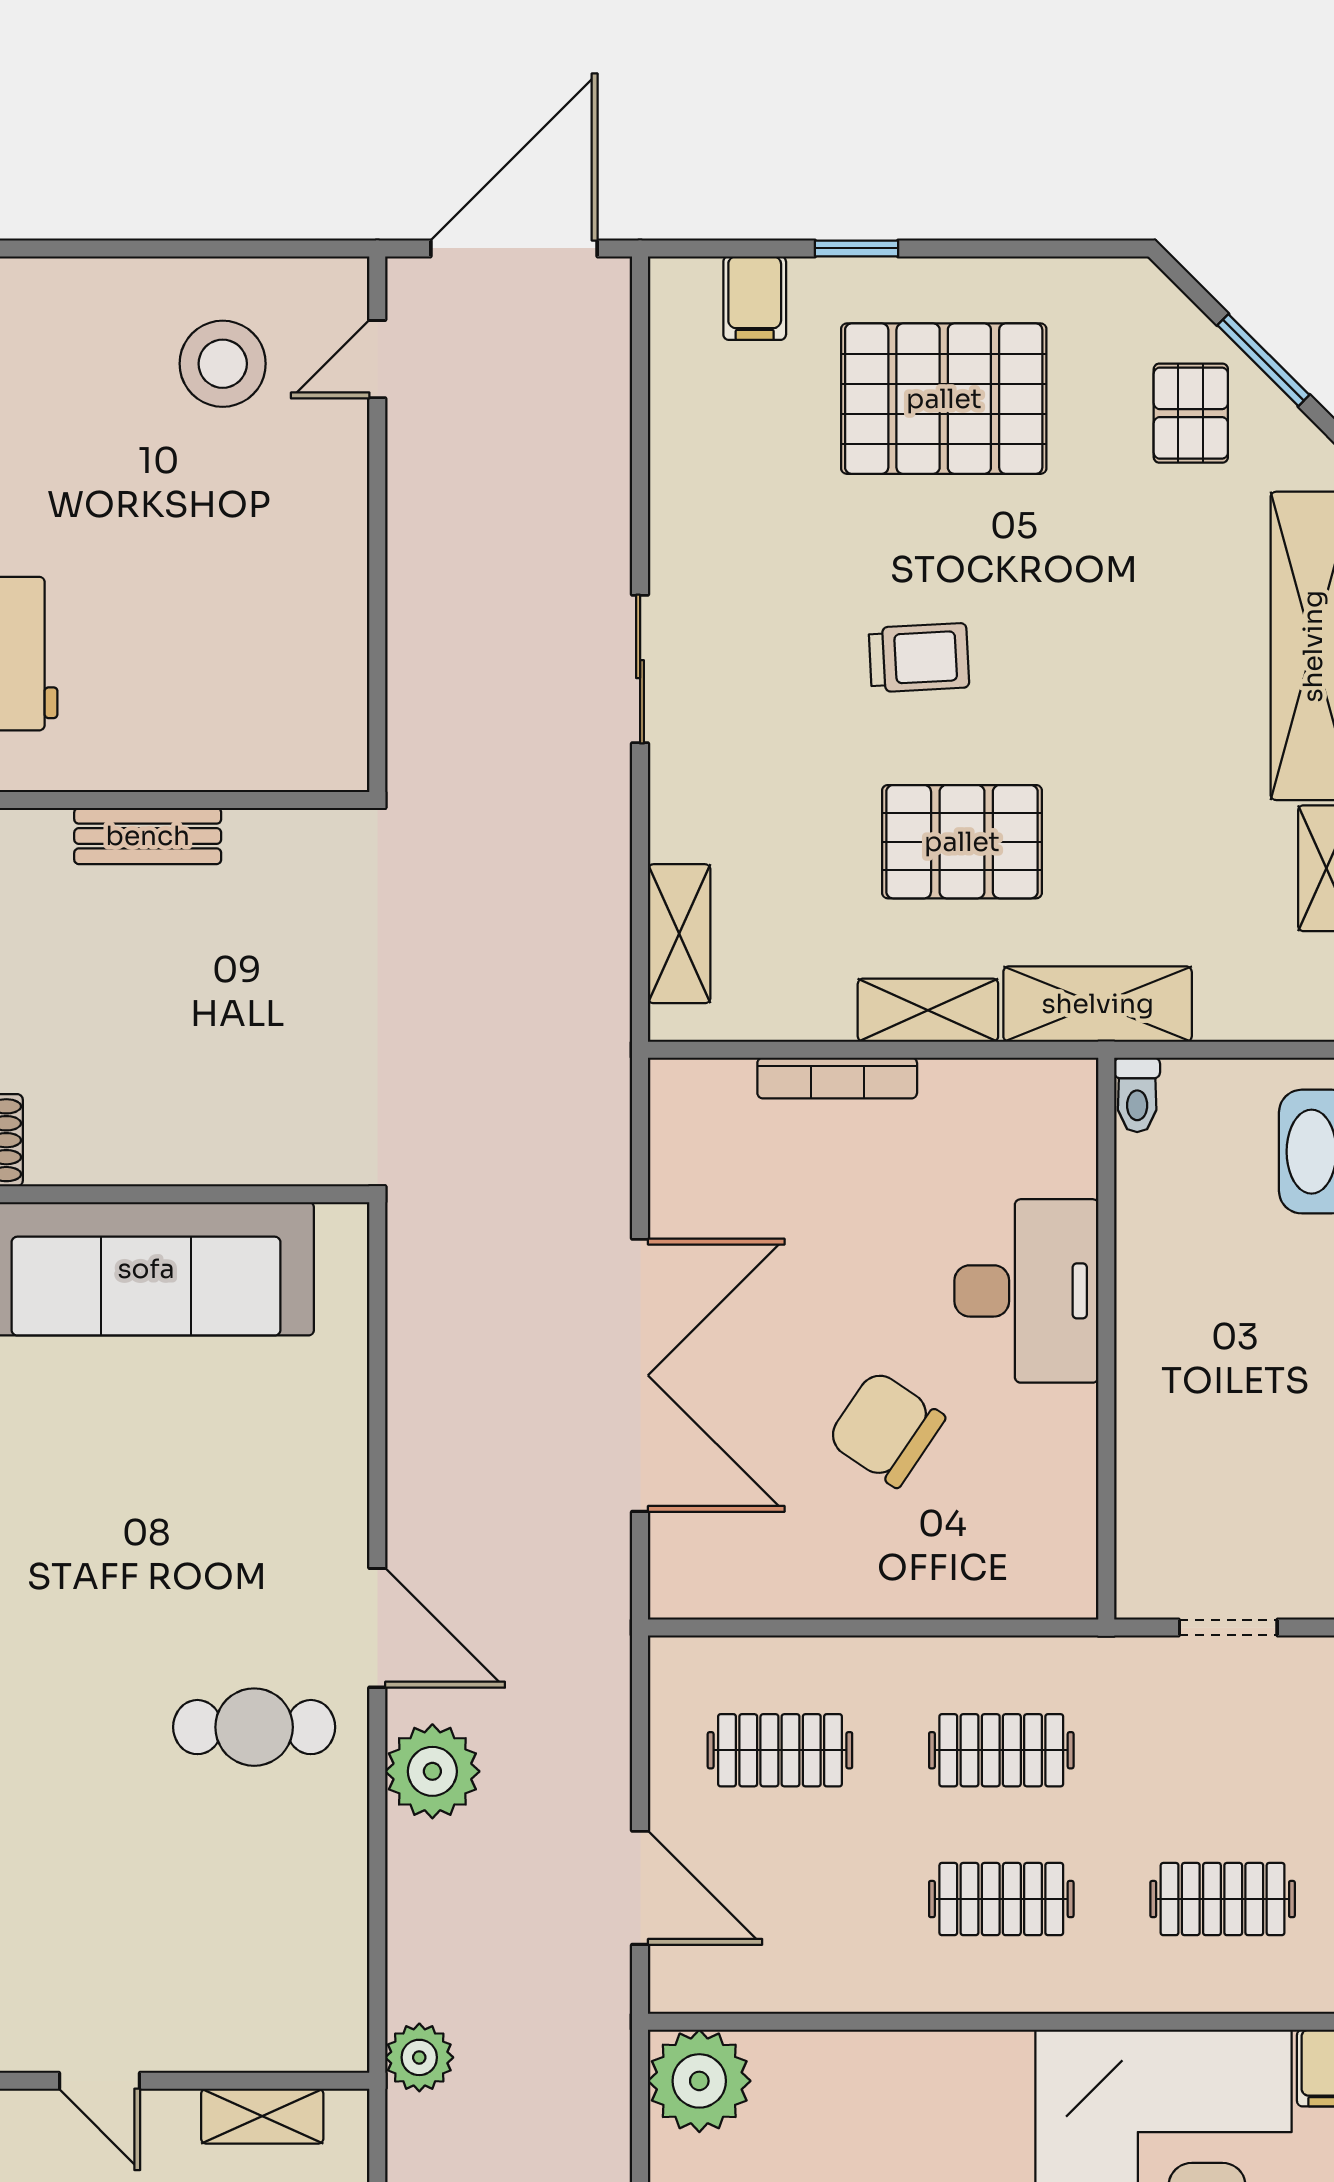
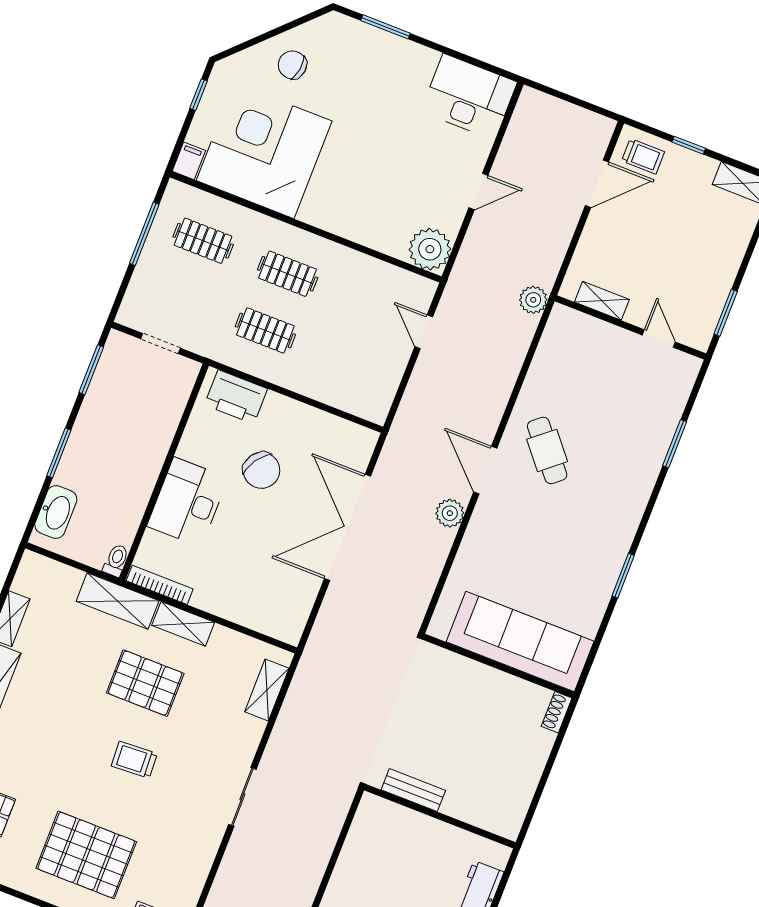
bench: (148, 836) -> (413, 790), moved
bookcase: (837, 1078) -> (160, 585), moved
printer: (1009, 1573) -> (236, 397), added
cafe table: (254, 1727) -> (547, 450), turned 50
clothes rail: (780, 1750) -> (350, 363), removed
plant: (432, 1771) -> (450, 513), moved, width x0.73, depth x0.73
door: (640, 1888) -> (424, 332), width x0.73

